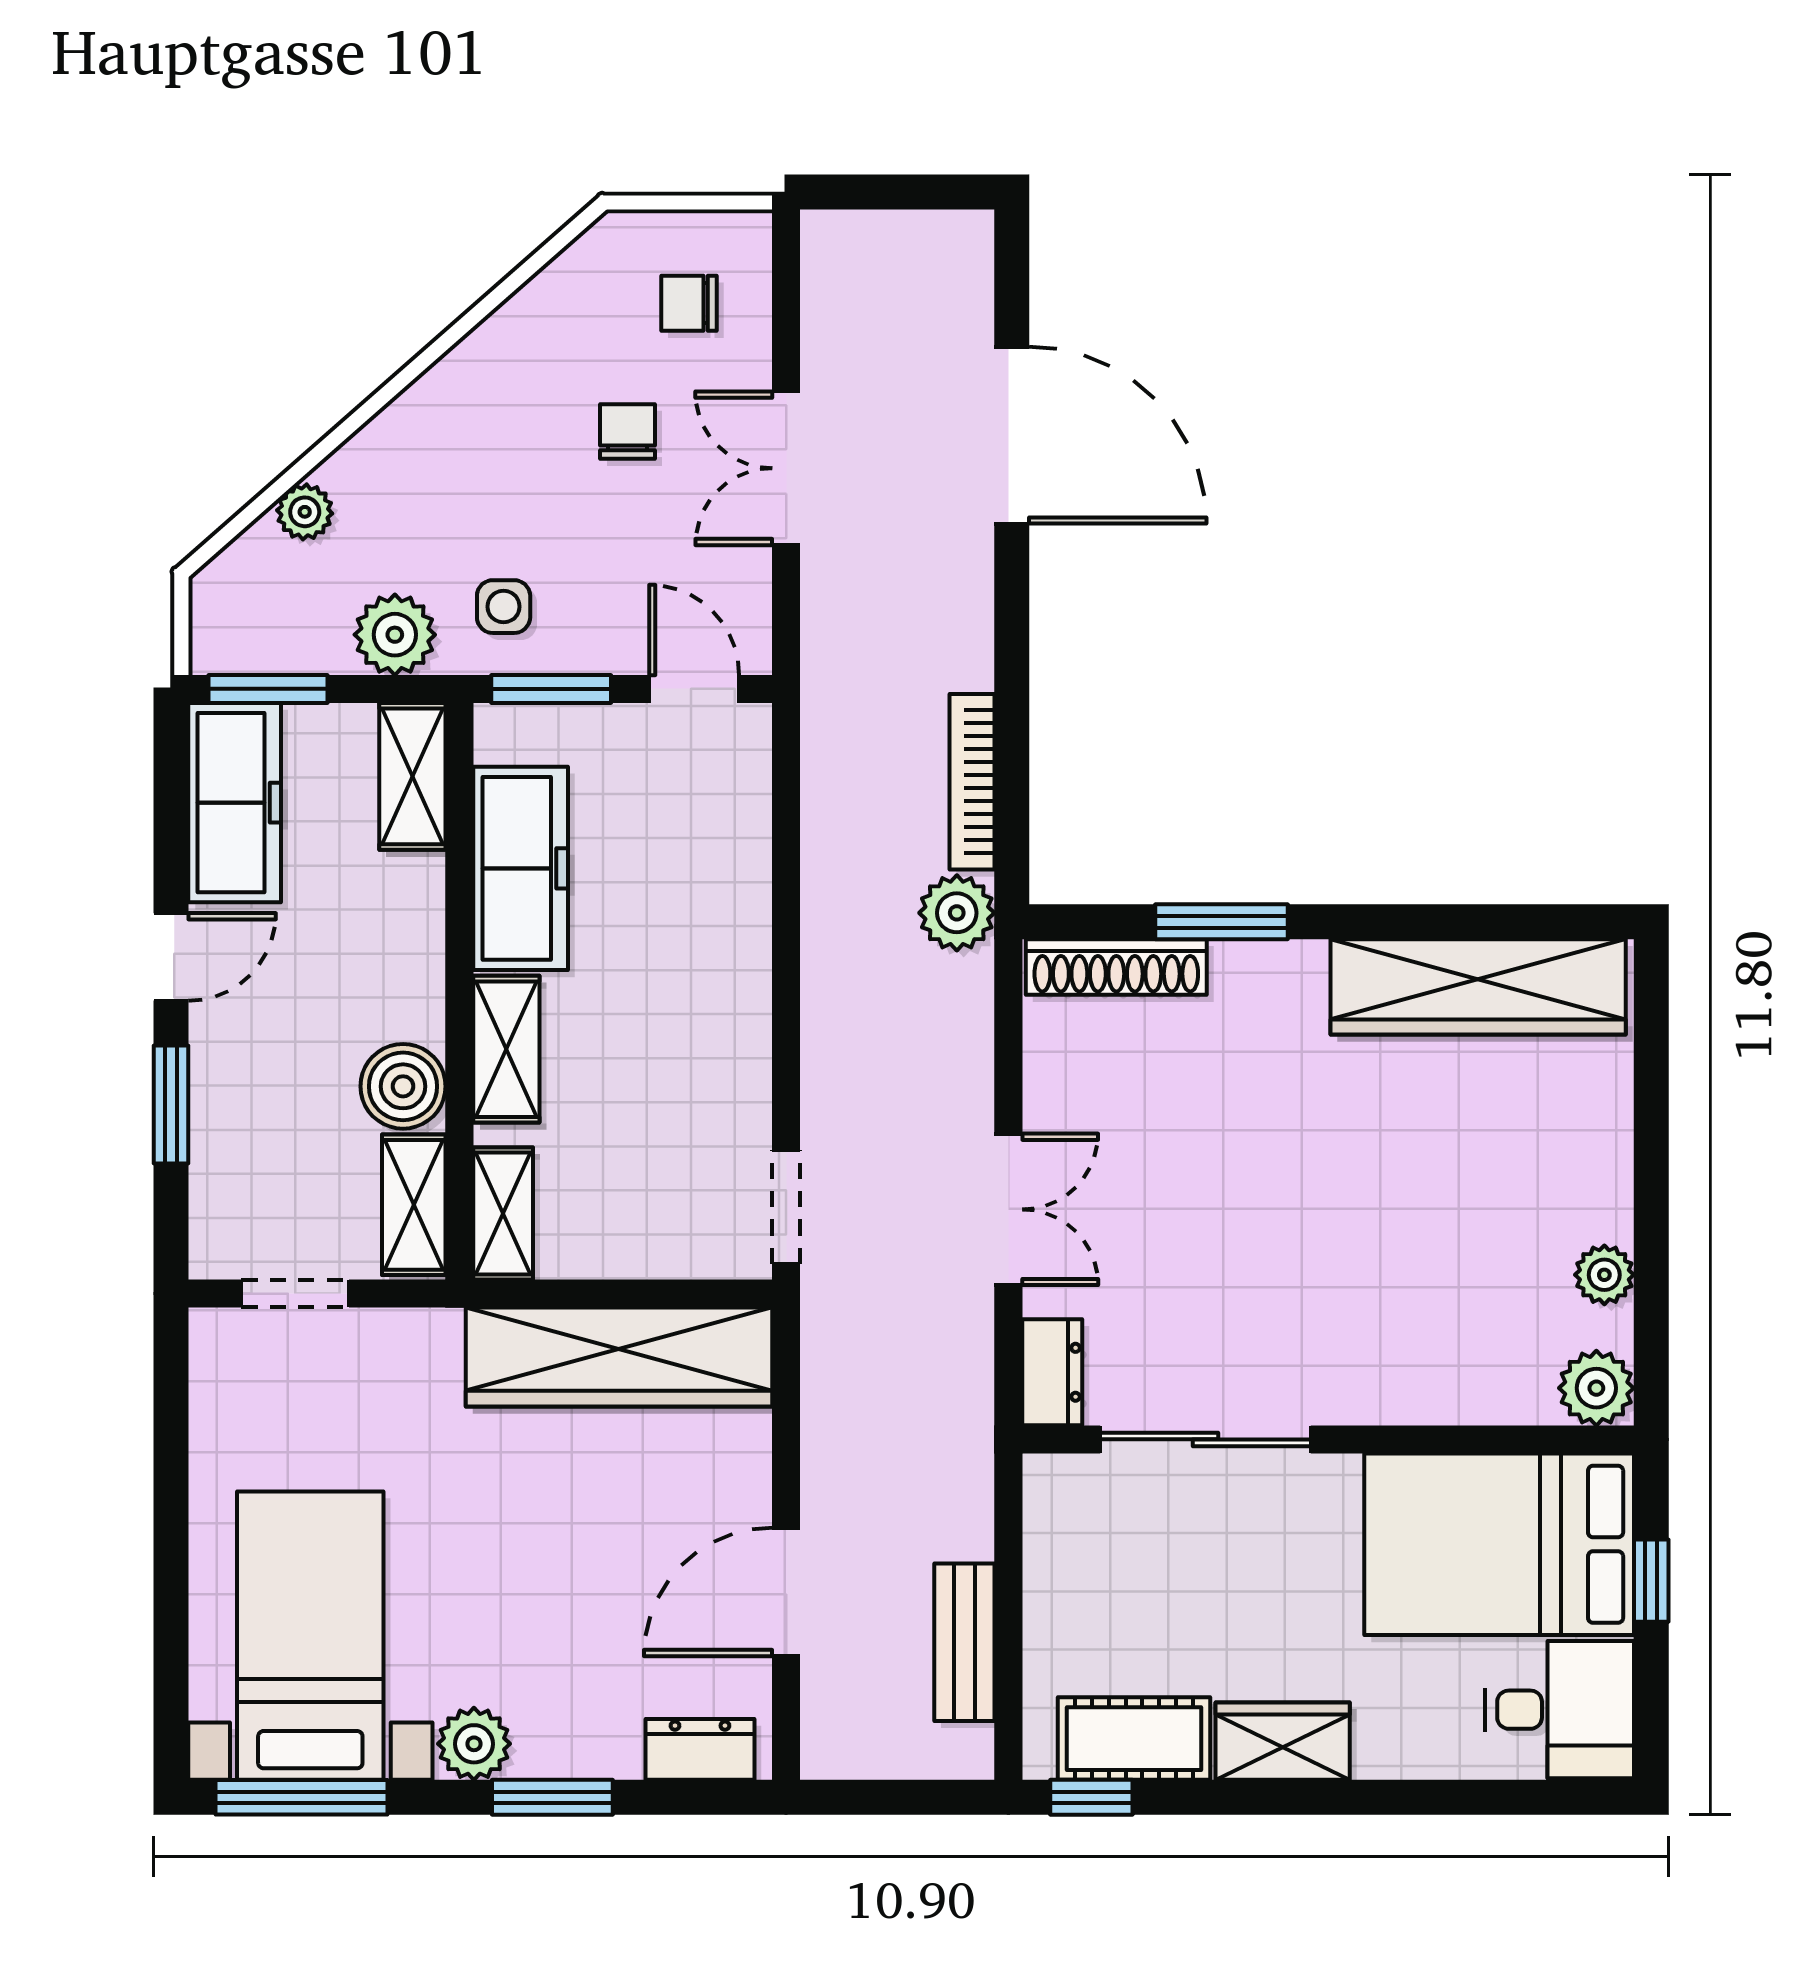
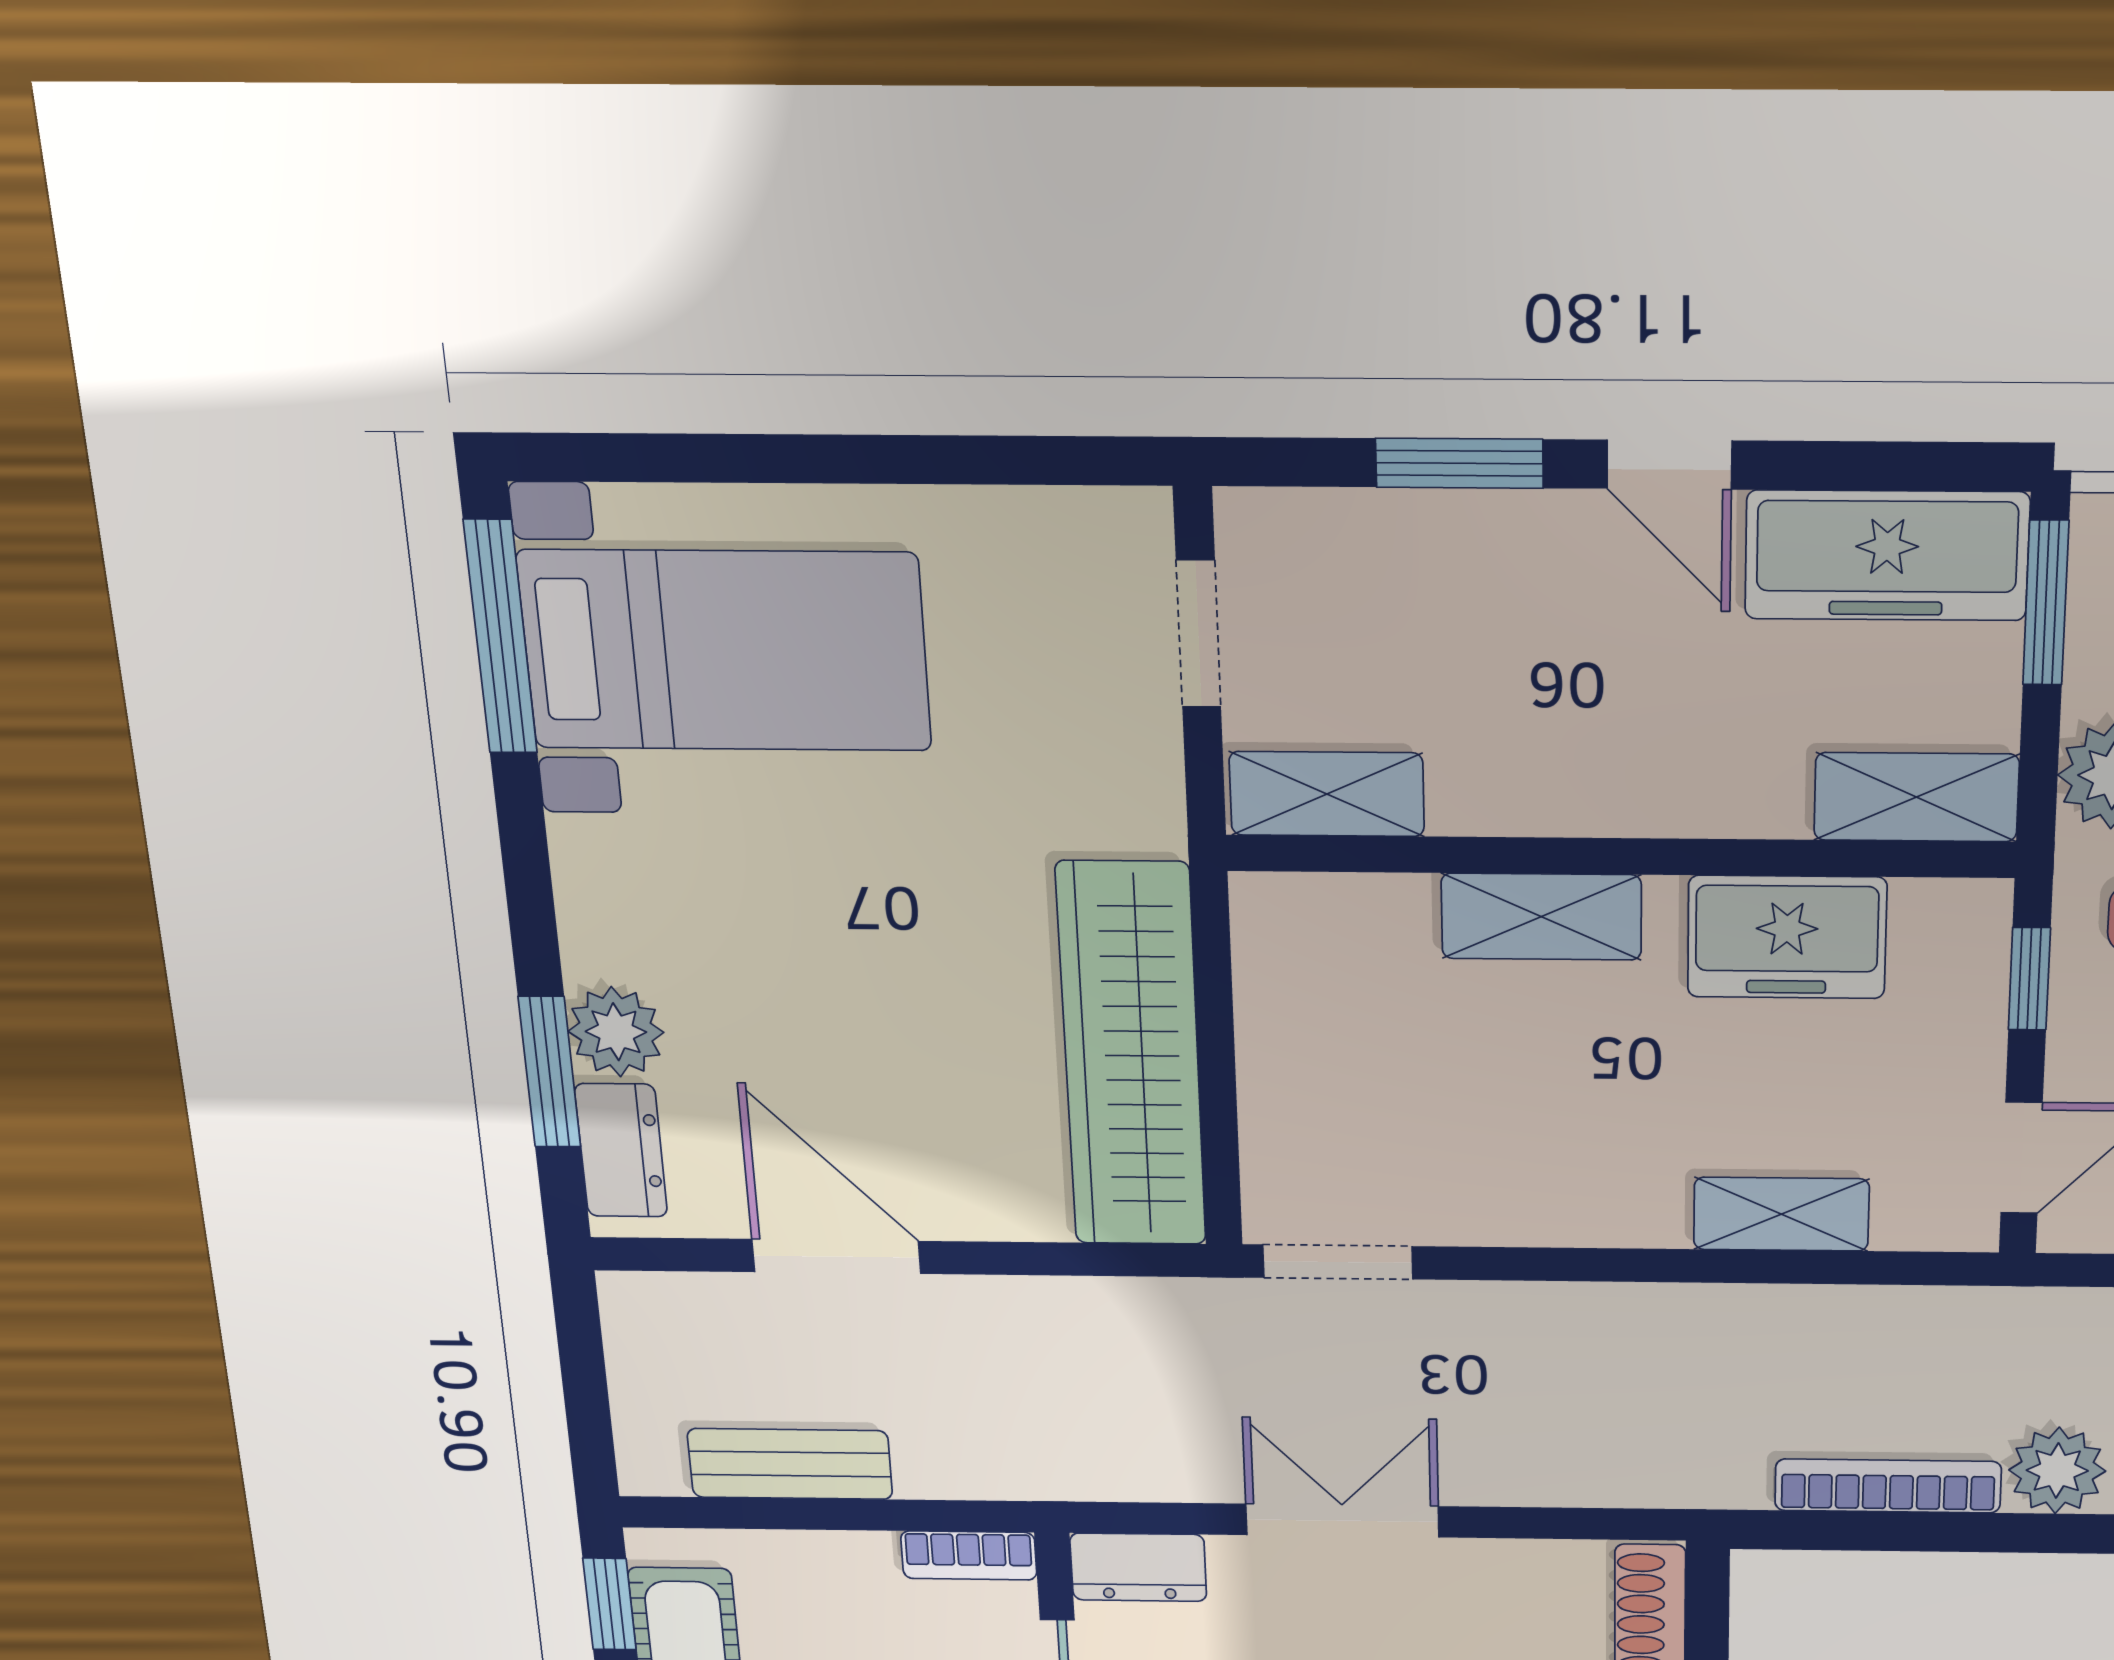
window: (551, 689) -> (2029, 979), width x0.67
freezer: (521, 868) -> (1787, 937), width x0.71
plant: (957, 913) -> (2057, 1471), moved
boiler: (403, 1086) -> (1489, 781), removed
double door: (1008, 1209) -> (1342, 1521), swing flipped
shelving: (503, 1213) -> (1781, 1214), moved
bookcase: (1044, 1507) -> (969, 1555), added
plant: (474, 1744) -> (616, 1032), moved
window: (552, 1797) -> (550, 1072), moved

